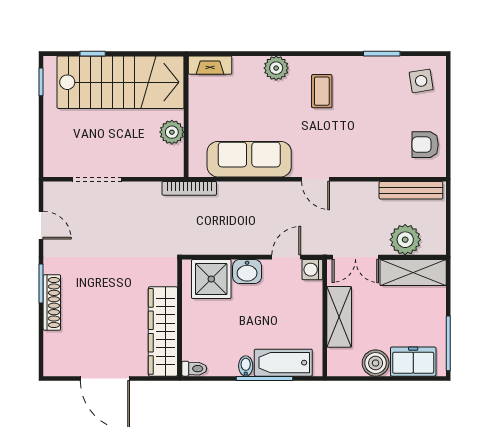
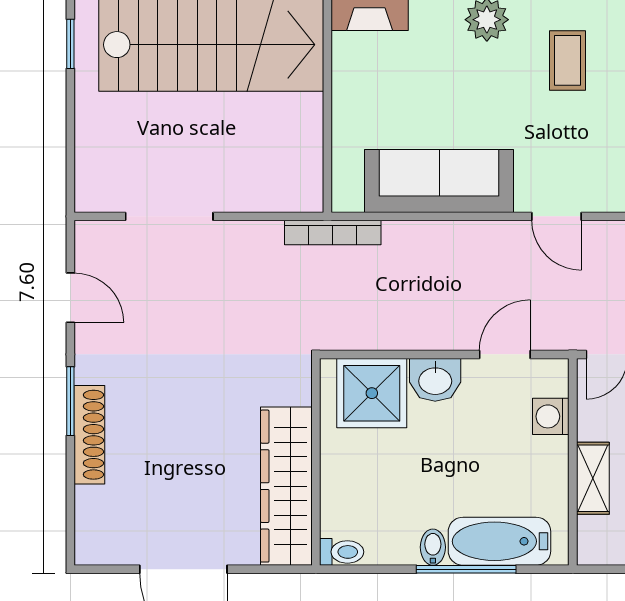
plant: (172, 132) -> (302, 133), removed
washing machine: (312, 270) -> (551, 416), moved
shelving: (339, 317) -> (593, 478), width x0.67, depth x0.75

